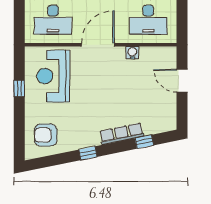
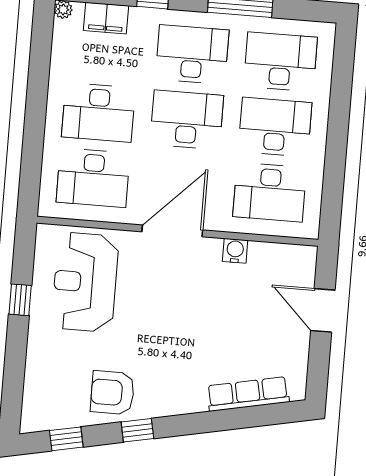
row of seats: (122, 134) -> (248, 394), moved
armchair: (46, 135) -> (112, 393), moved
window: (144, 142) -> (66, 439), moved

